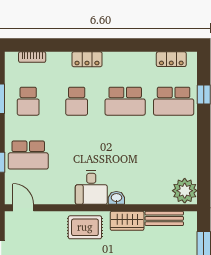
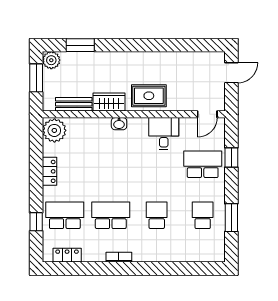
bookcase: (32, 57) -> (119, 257), moved
locker: (87, 59) -> (50, 171), moved, turned 90
desk: (91, 187) -> (164, 134), moved
door: (23, 208) -> (207, 114), hinge flipped

